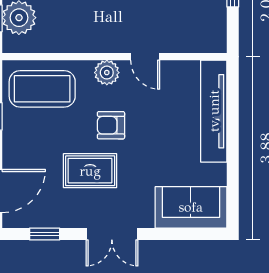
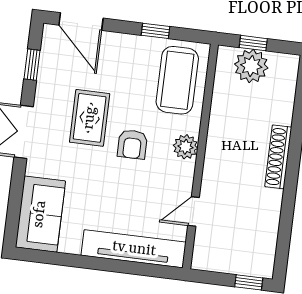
door: (145, 57) -> (194, 212), moved
armchair: (111, 125) -> (132, 144), turned 180

